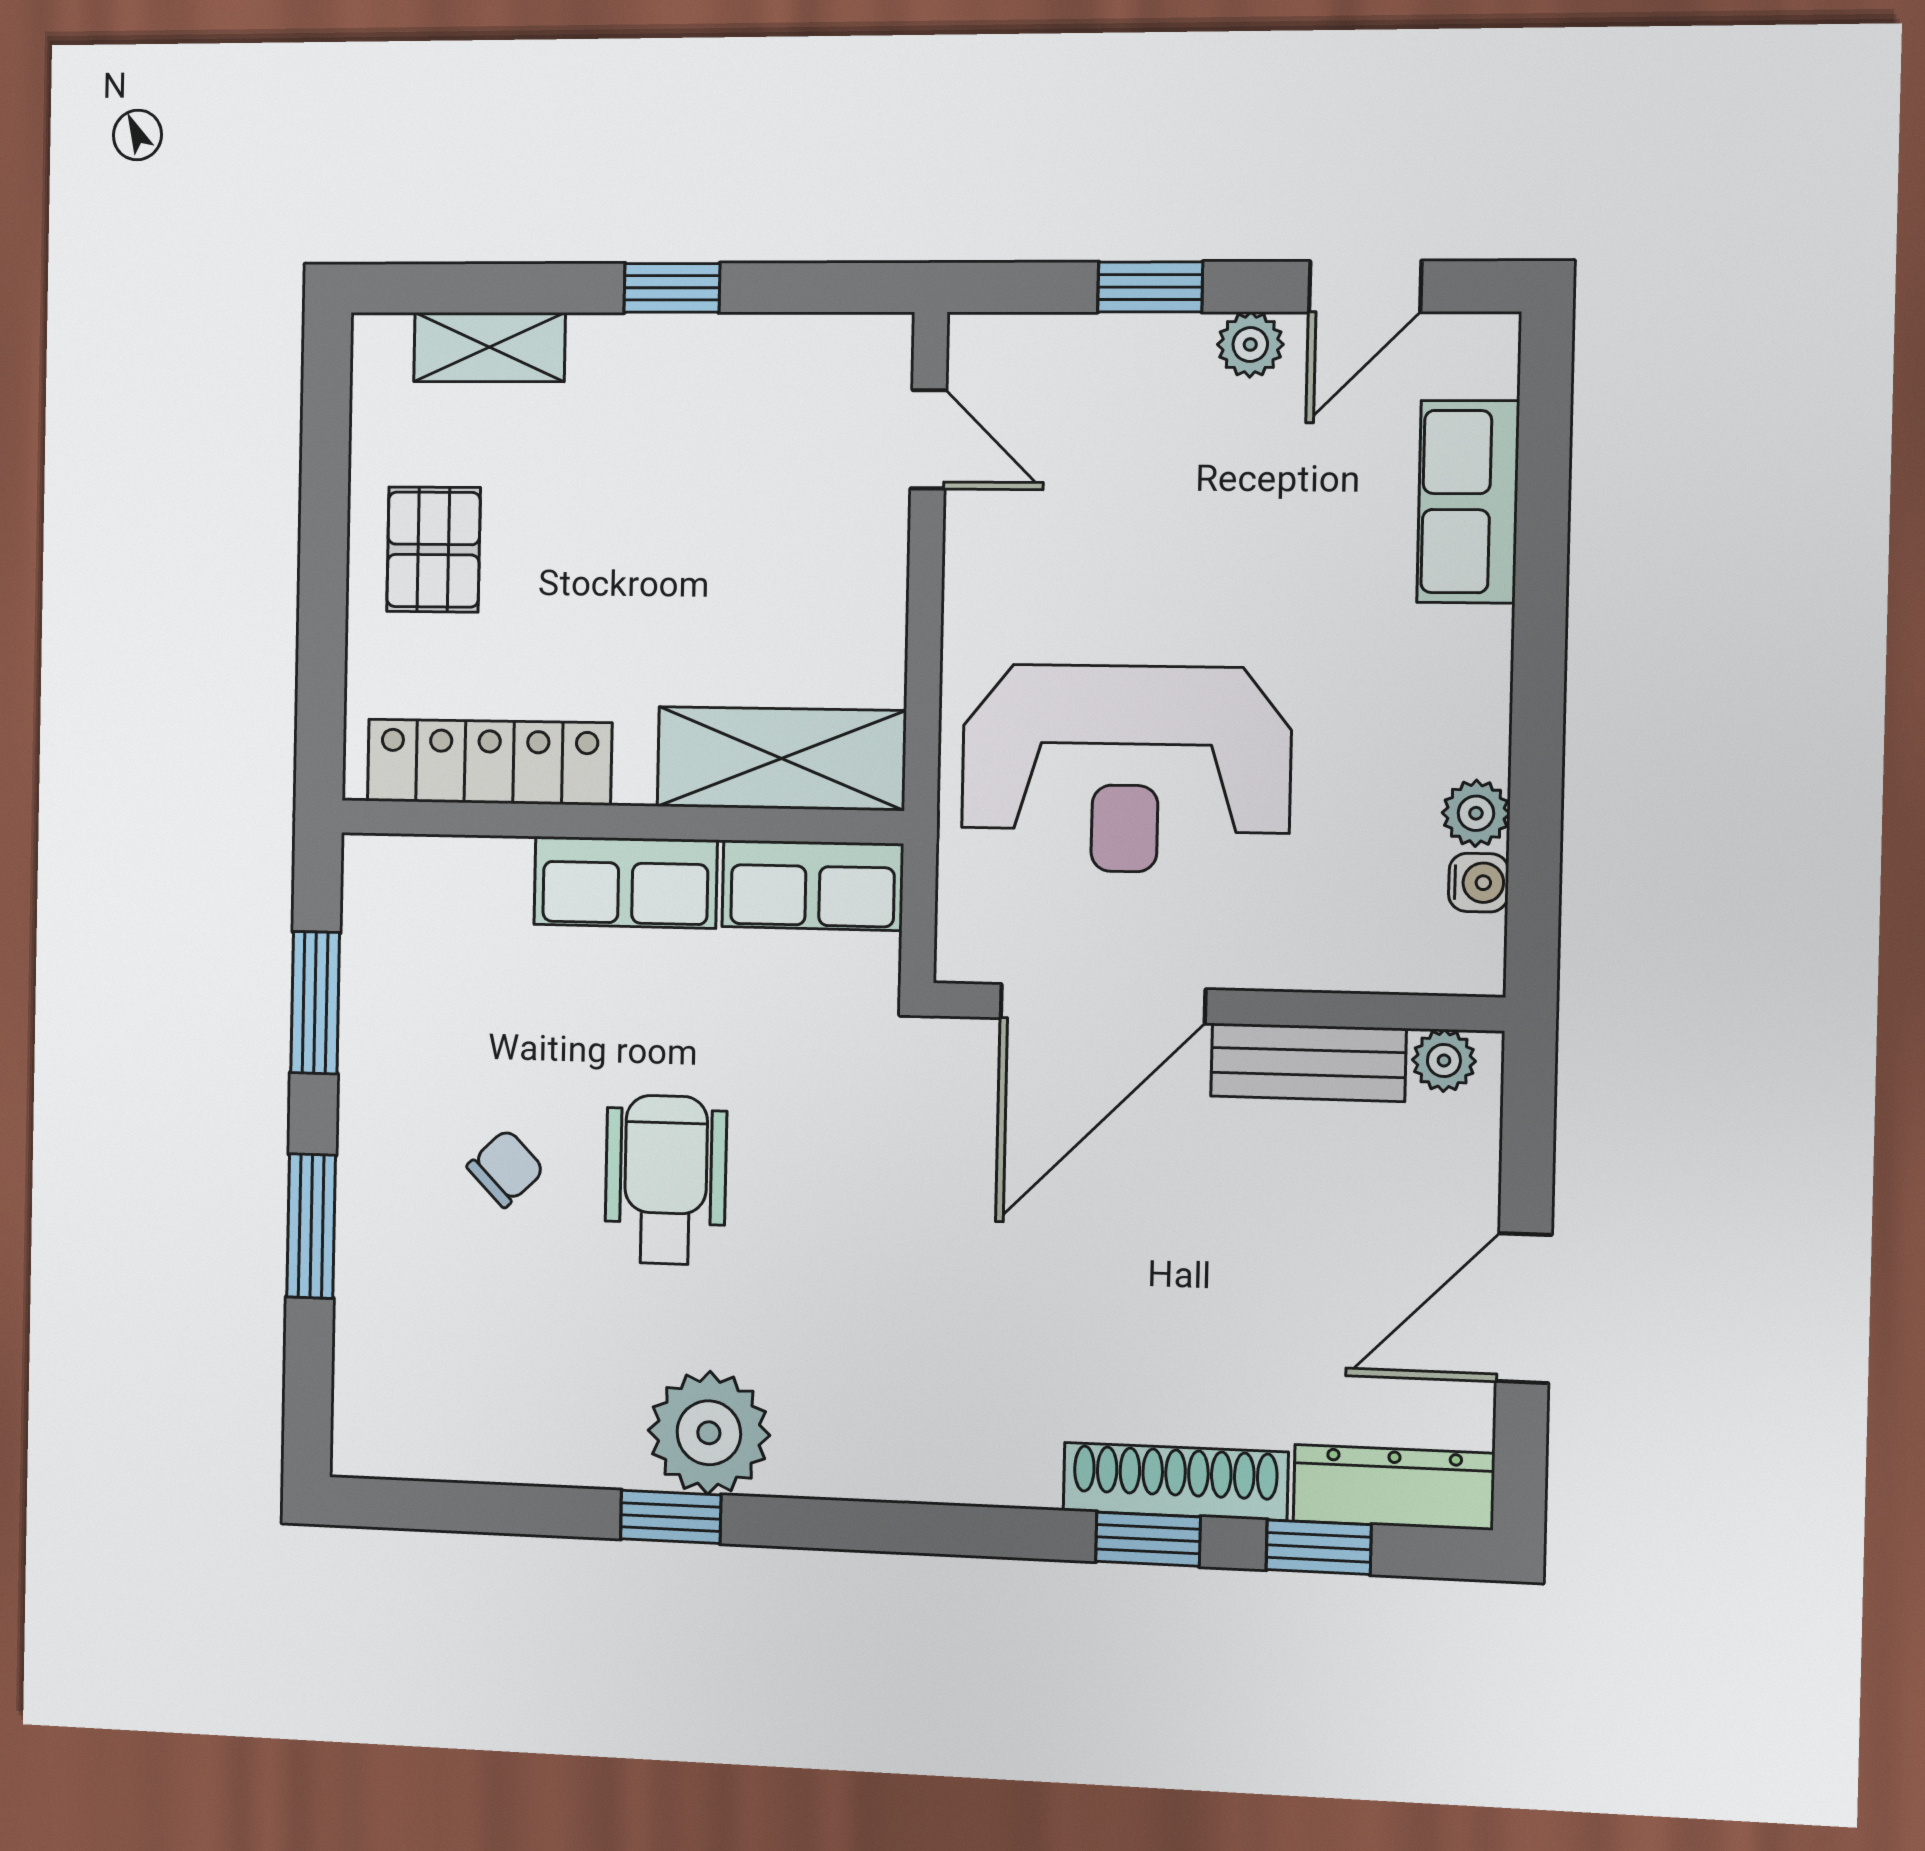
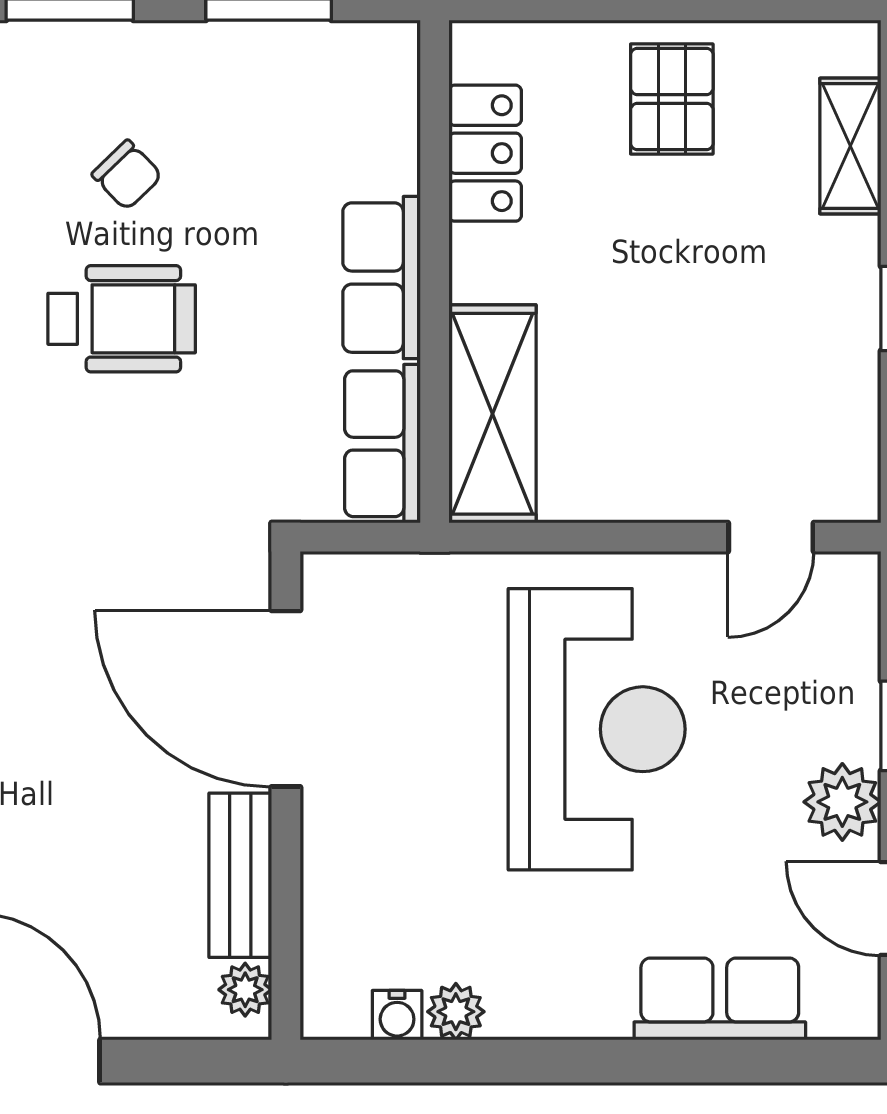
plant: (1250, 344) -> (842, 802), width x1.38, depth x1.38
pallet: (433, 550) -> (672, 99), turned 90
locker: (489, 762) -> (485, 153), width x0.66
reception desk: (1126, 769) -> (597, 729), moved, turned 180

